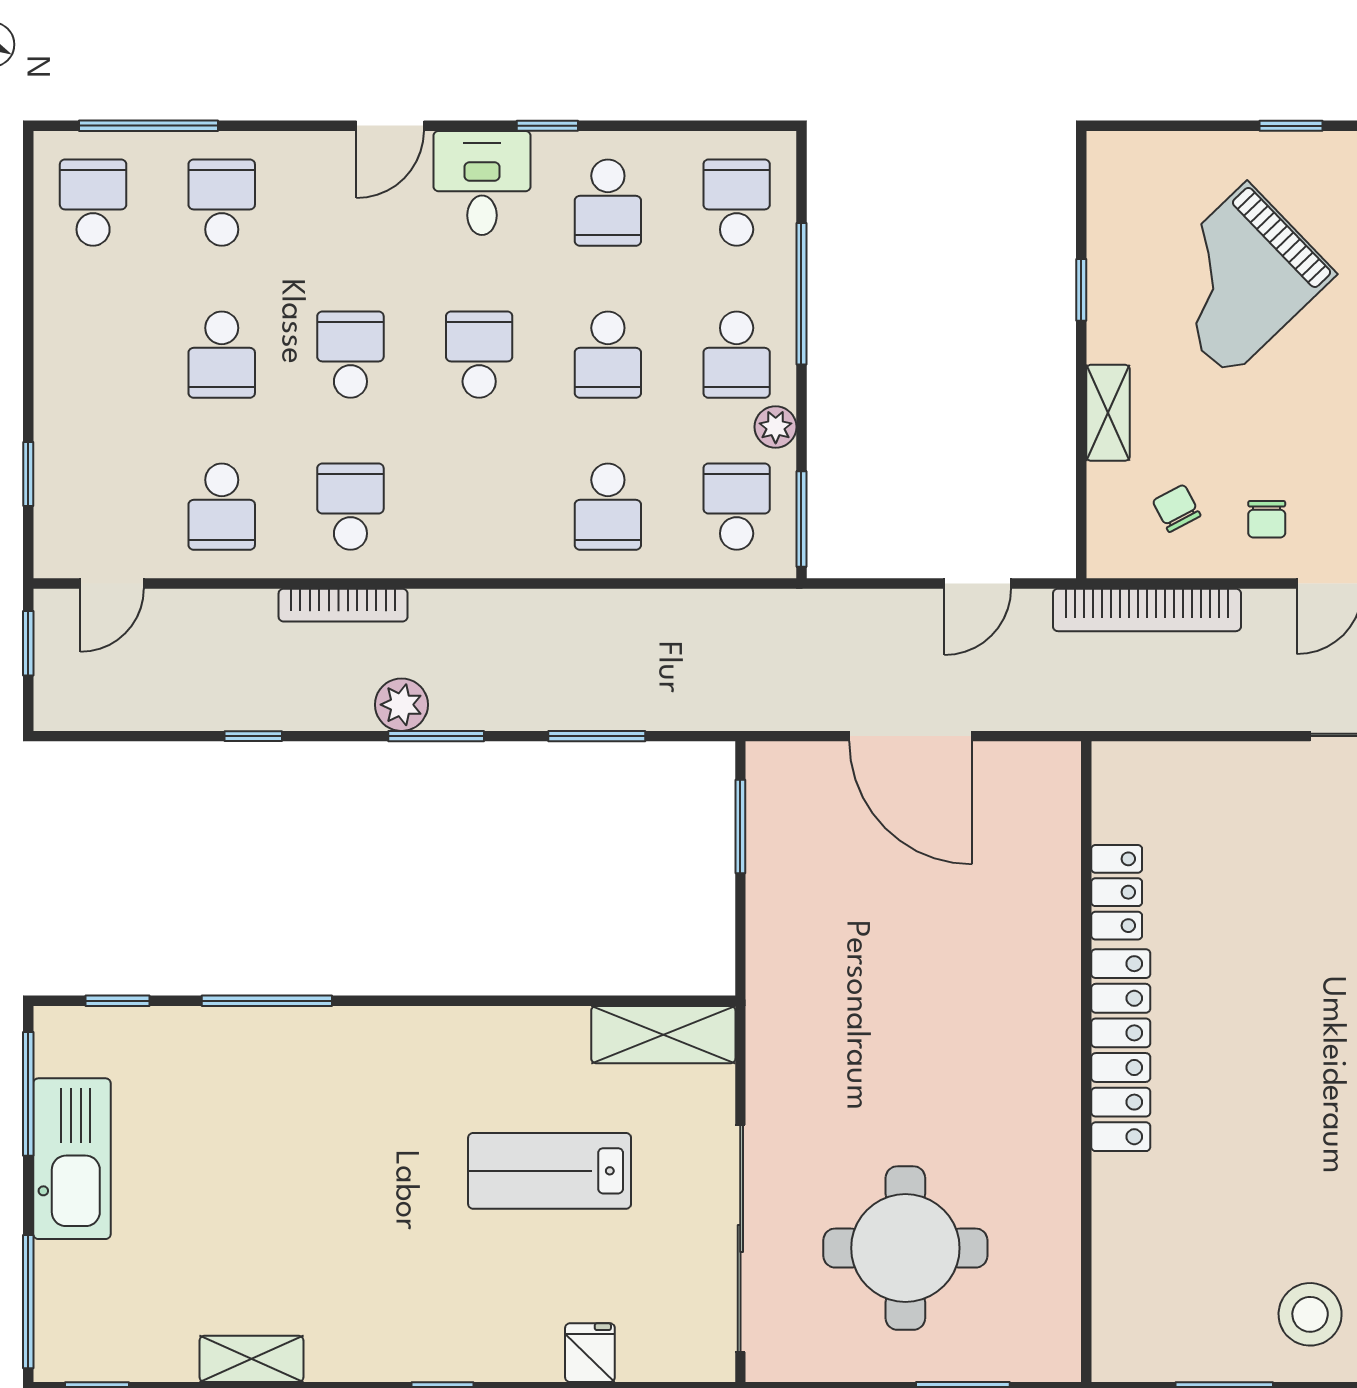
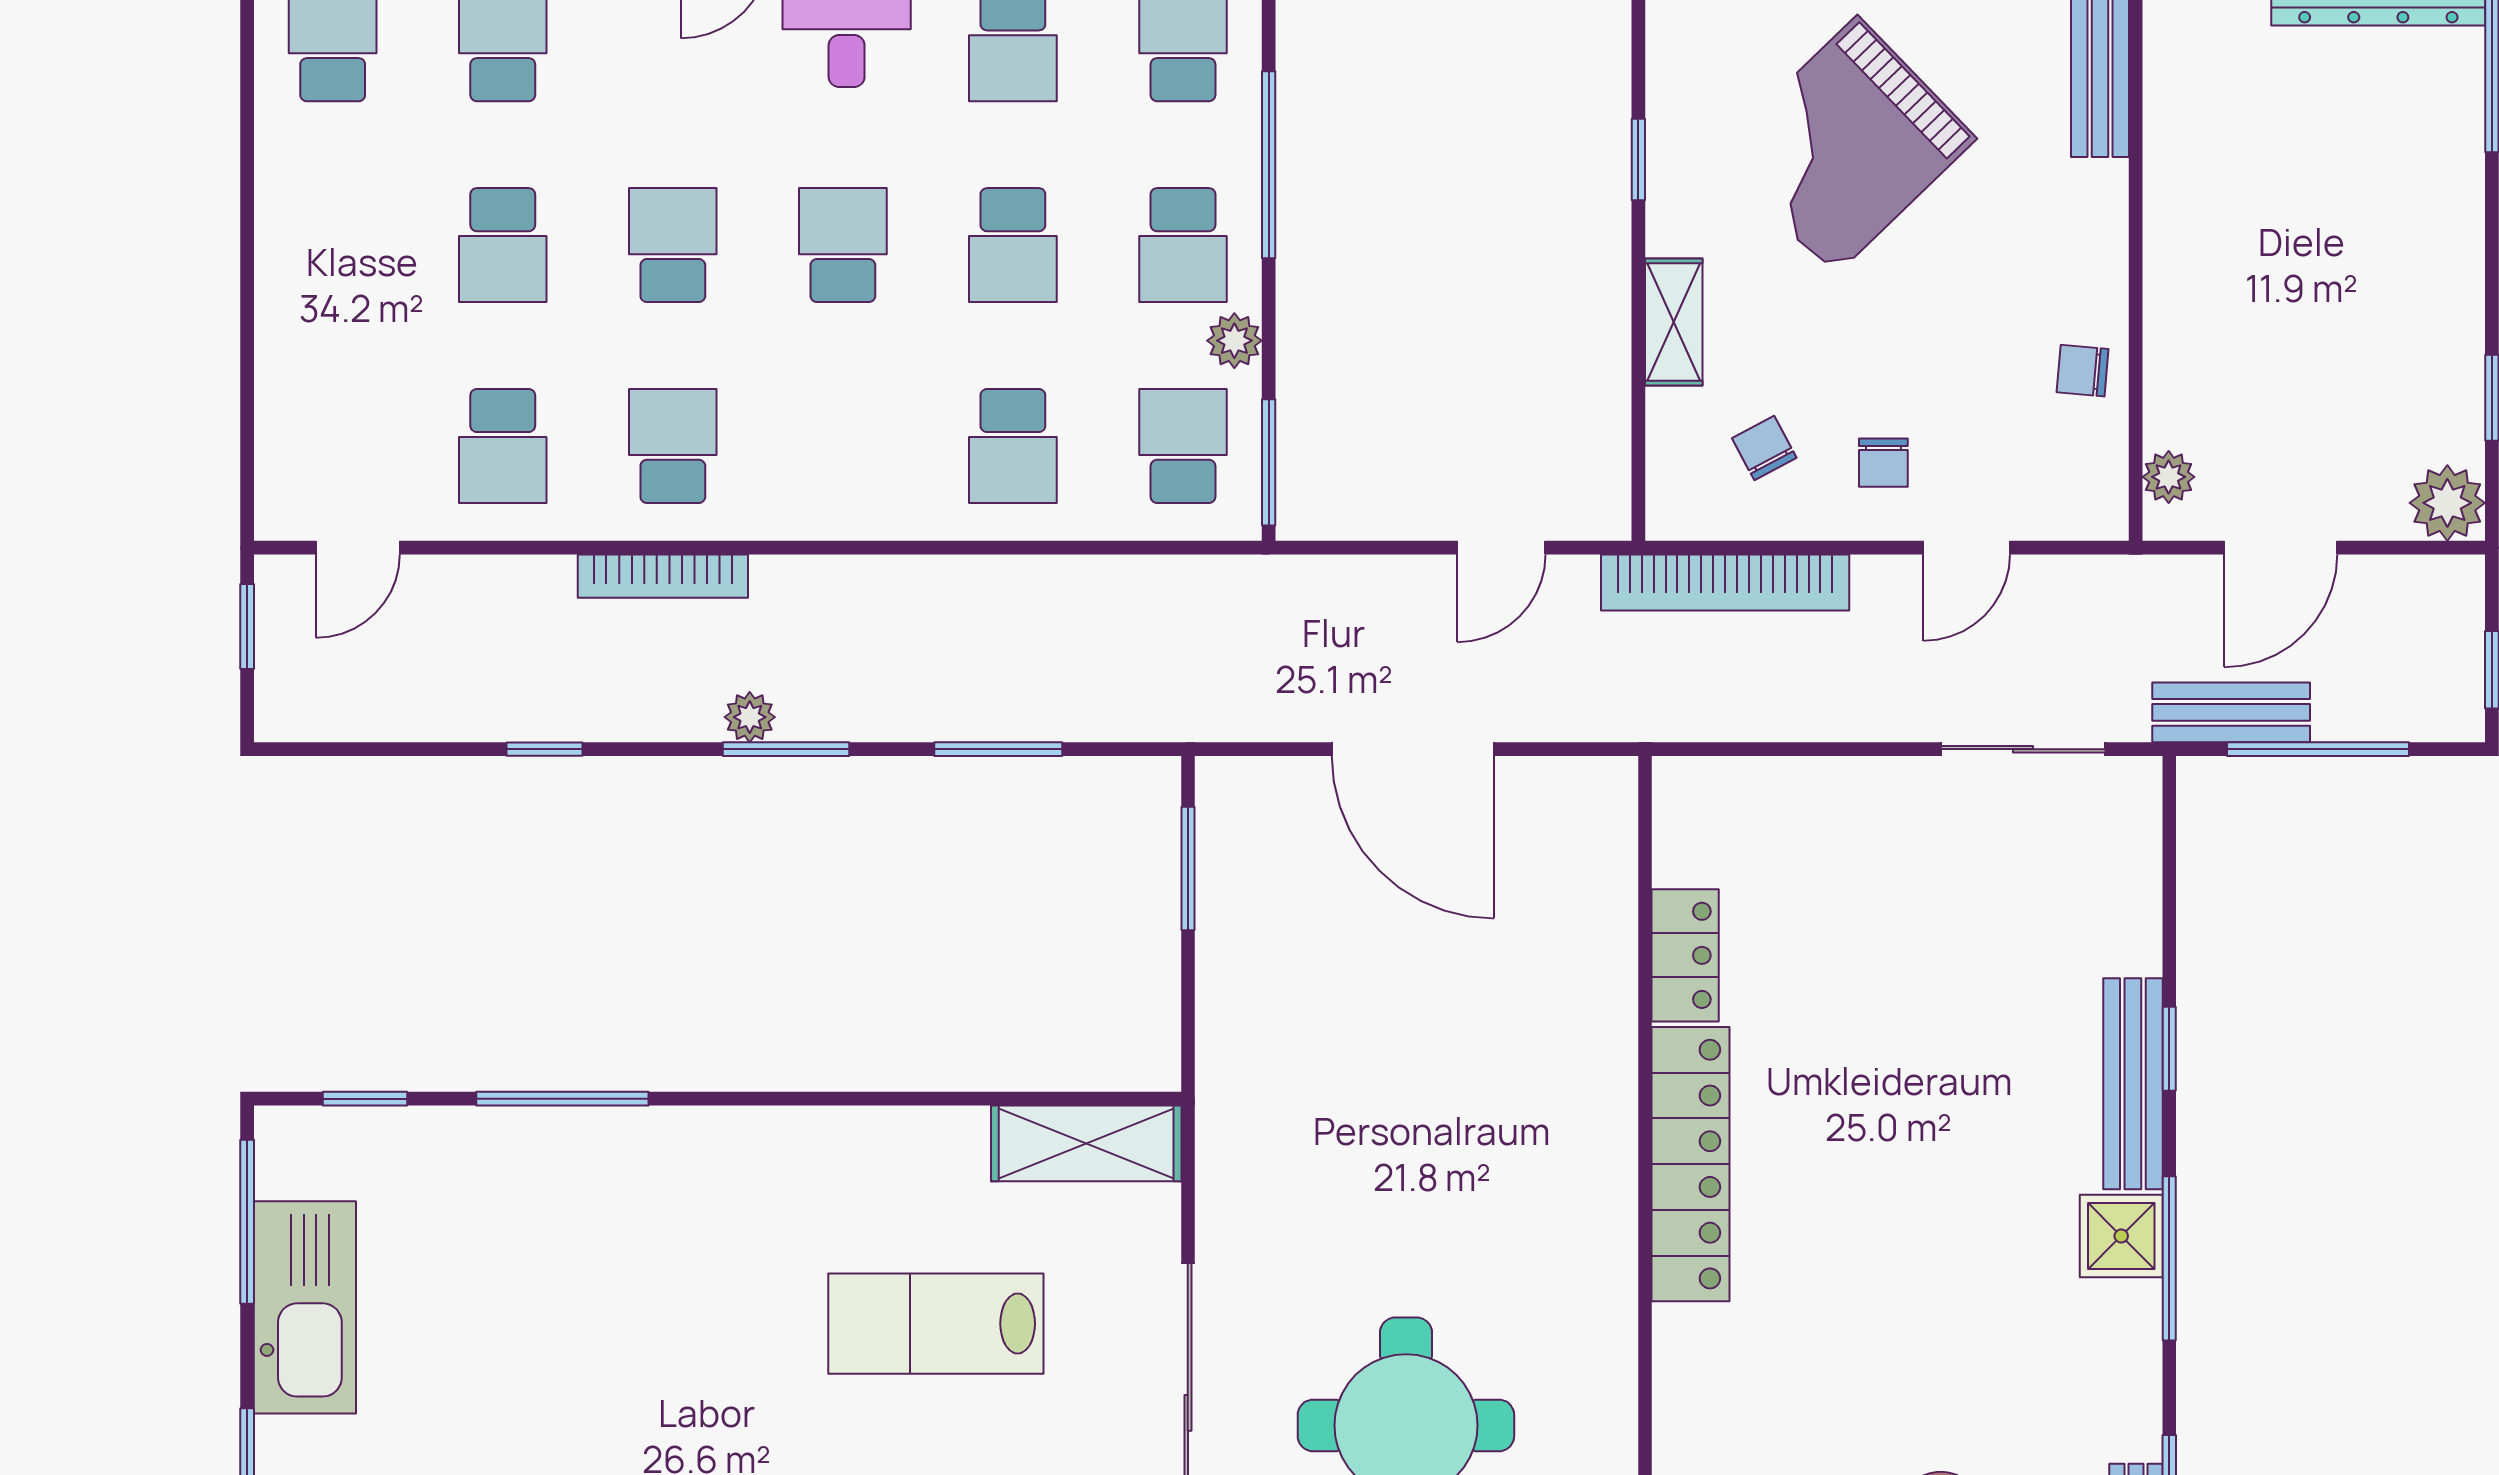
window: (28, 474) -> (247, 403), removed
plant: (401, 705) -> (750, 717), width x0.73, depth x0.73

